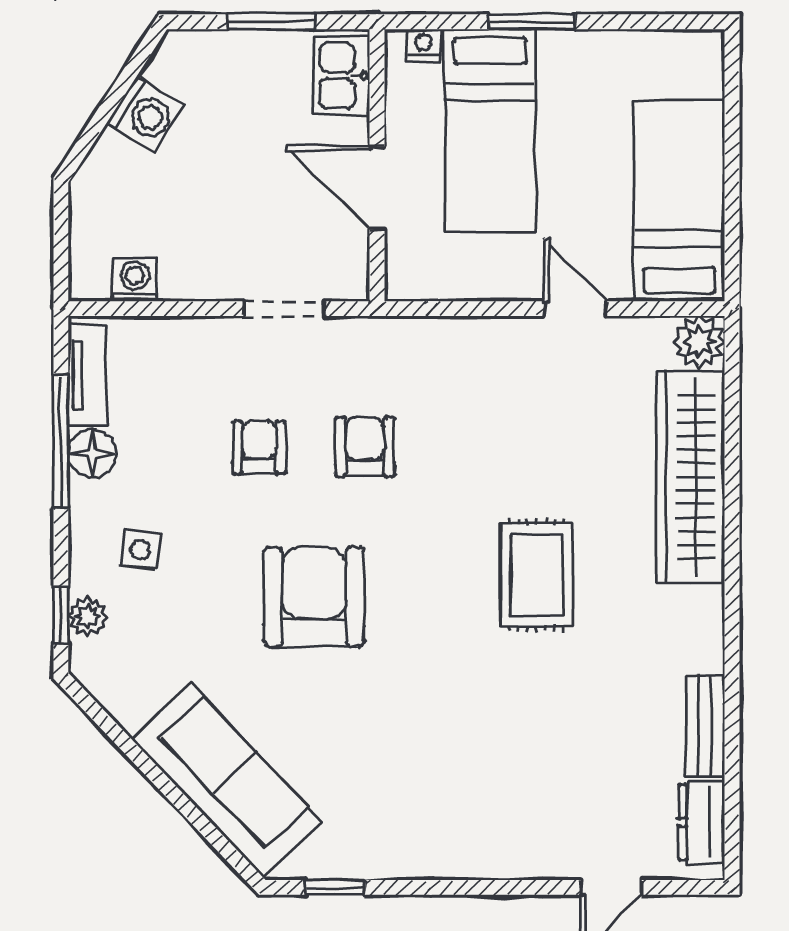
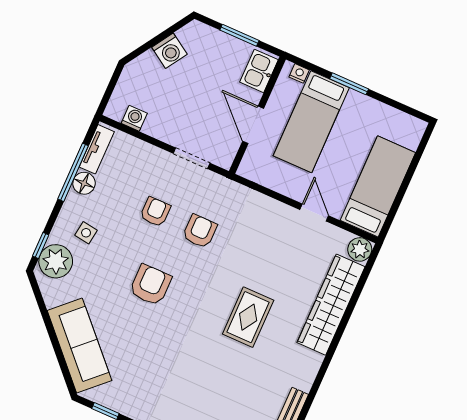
armchair: (314, 597) -> (150, 285), width x0.73, depth x0.73
plant: (88, 616) -> (56, 261), width x1.87, depth x1.87

